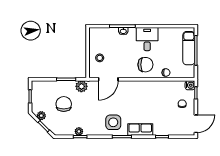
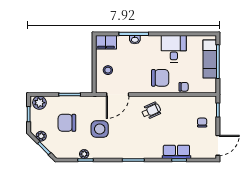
filing cabinet: (98, 33) -> (106, 42), added
desk: (147, 39) -> (174, 49), moved
water cooler: (190, 85) -> (211, 101), removed
plant: (81, 86) -> (39, 103), moved
wheelchair: (138, 93) -> (151, 111), added
chair: (64, 104) -> (67, 123), turned -90
side table: (113, 122) -> (100, 129), moved
row of seats: (140, 129) -> (176, 152), moved

